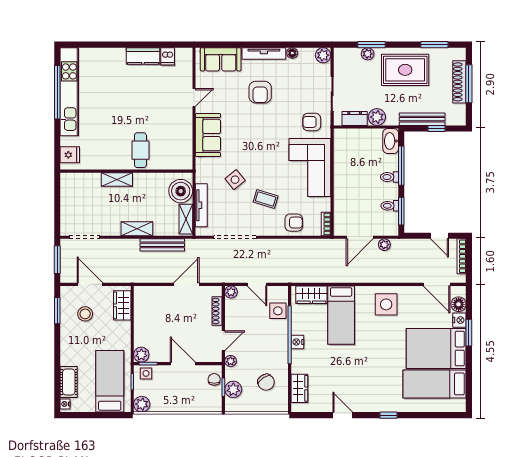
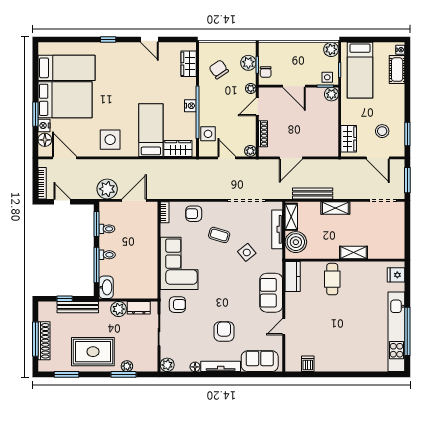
kitchen counter: (143, 56) -> (293, 277), moved, turned 90
plant: (384, 245) -> (107, 189), width x1.88, depth x1.88

